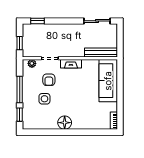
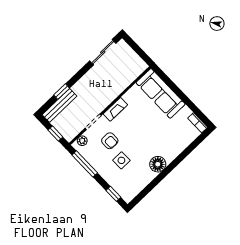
window: (37, 21) -> (62, 92), moved
bench: (101, 53) -> (60, 105), moved
window: (20, 89) -> (85, 164), moved

